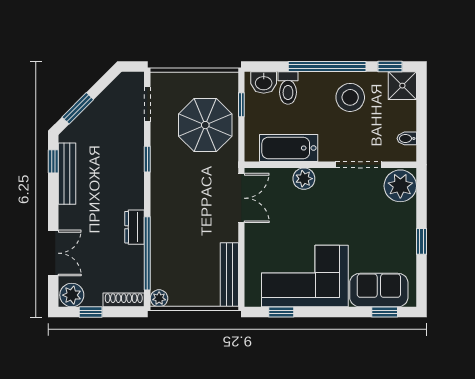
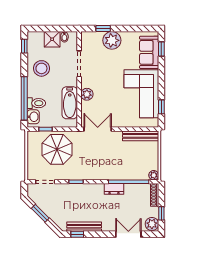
window: (327, 67) -> (24, 98), moved
shower: (402, 86) -> (52, 39), moved
window: (78, 108) -> (40, 213), moved
plant: (400, 186) -> (112, 40), moved
window: (421, 241) -> (103, 29), moved

